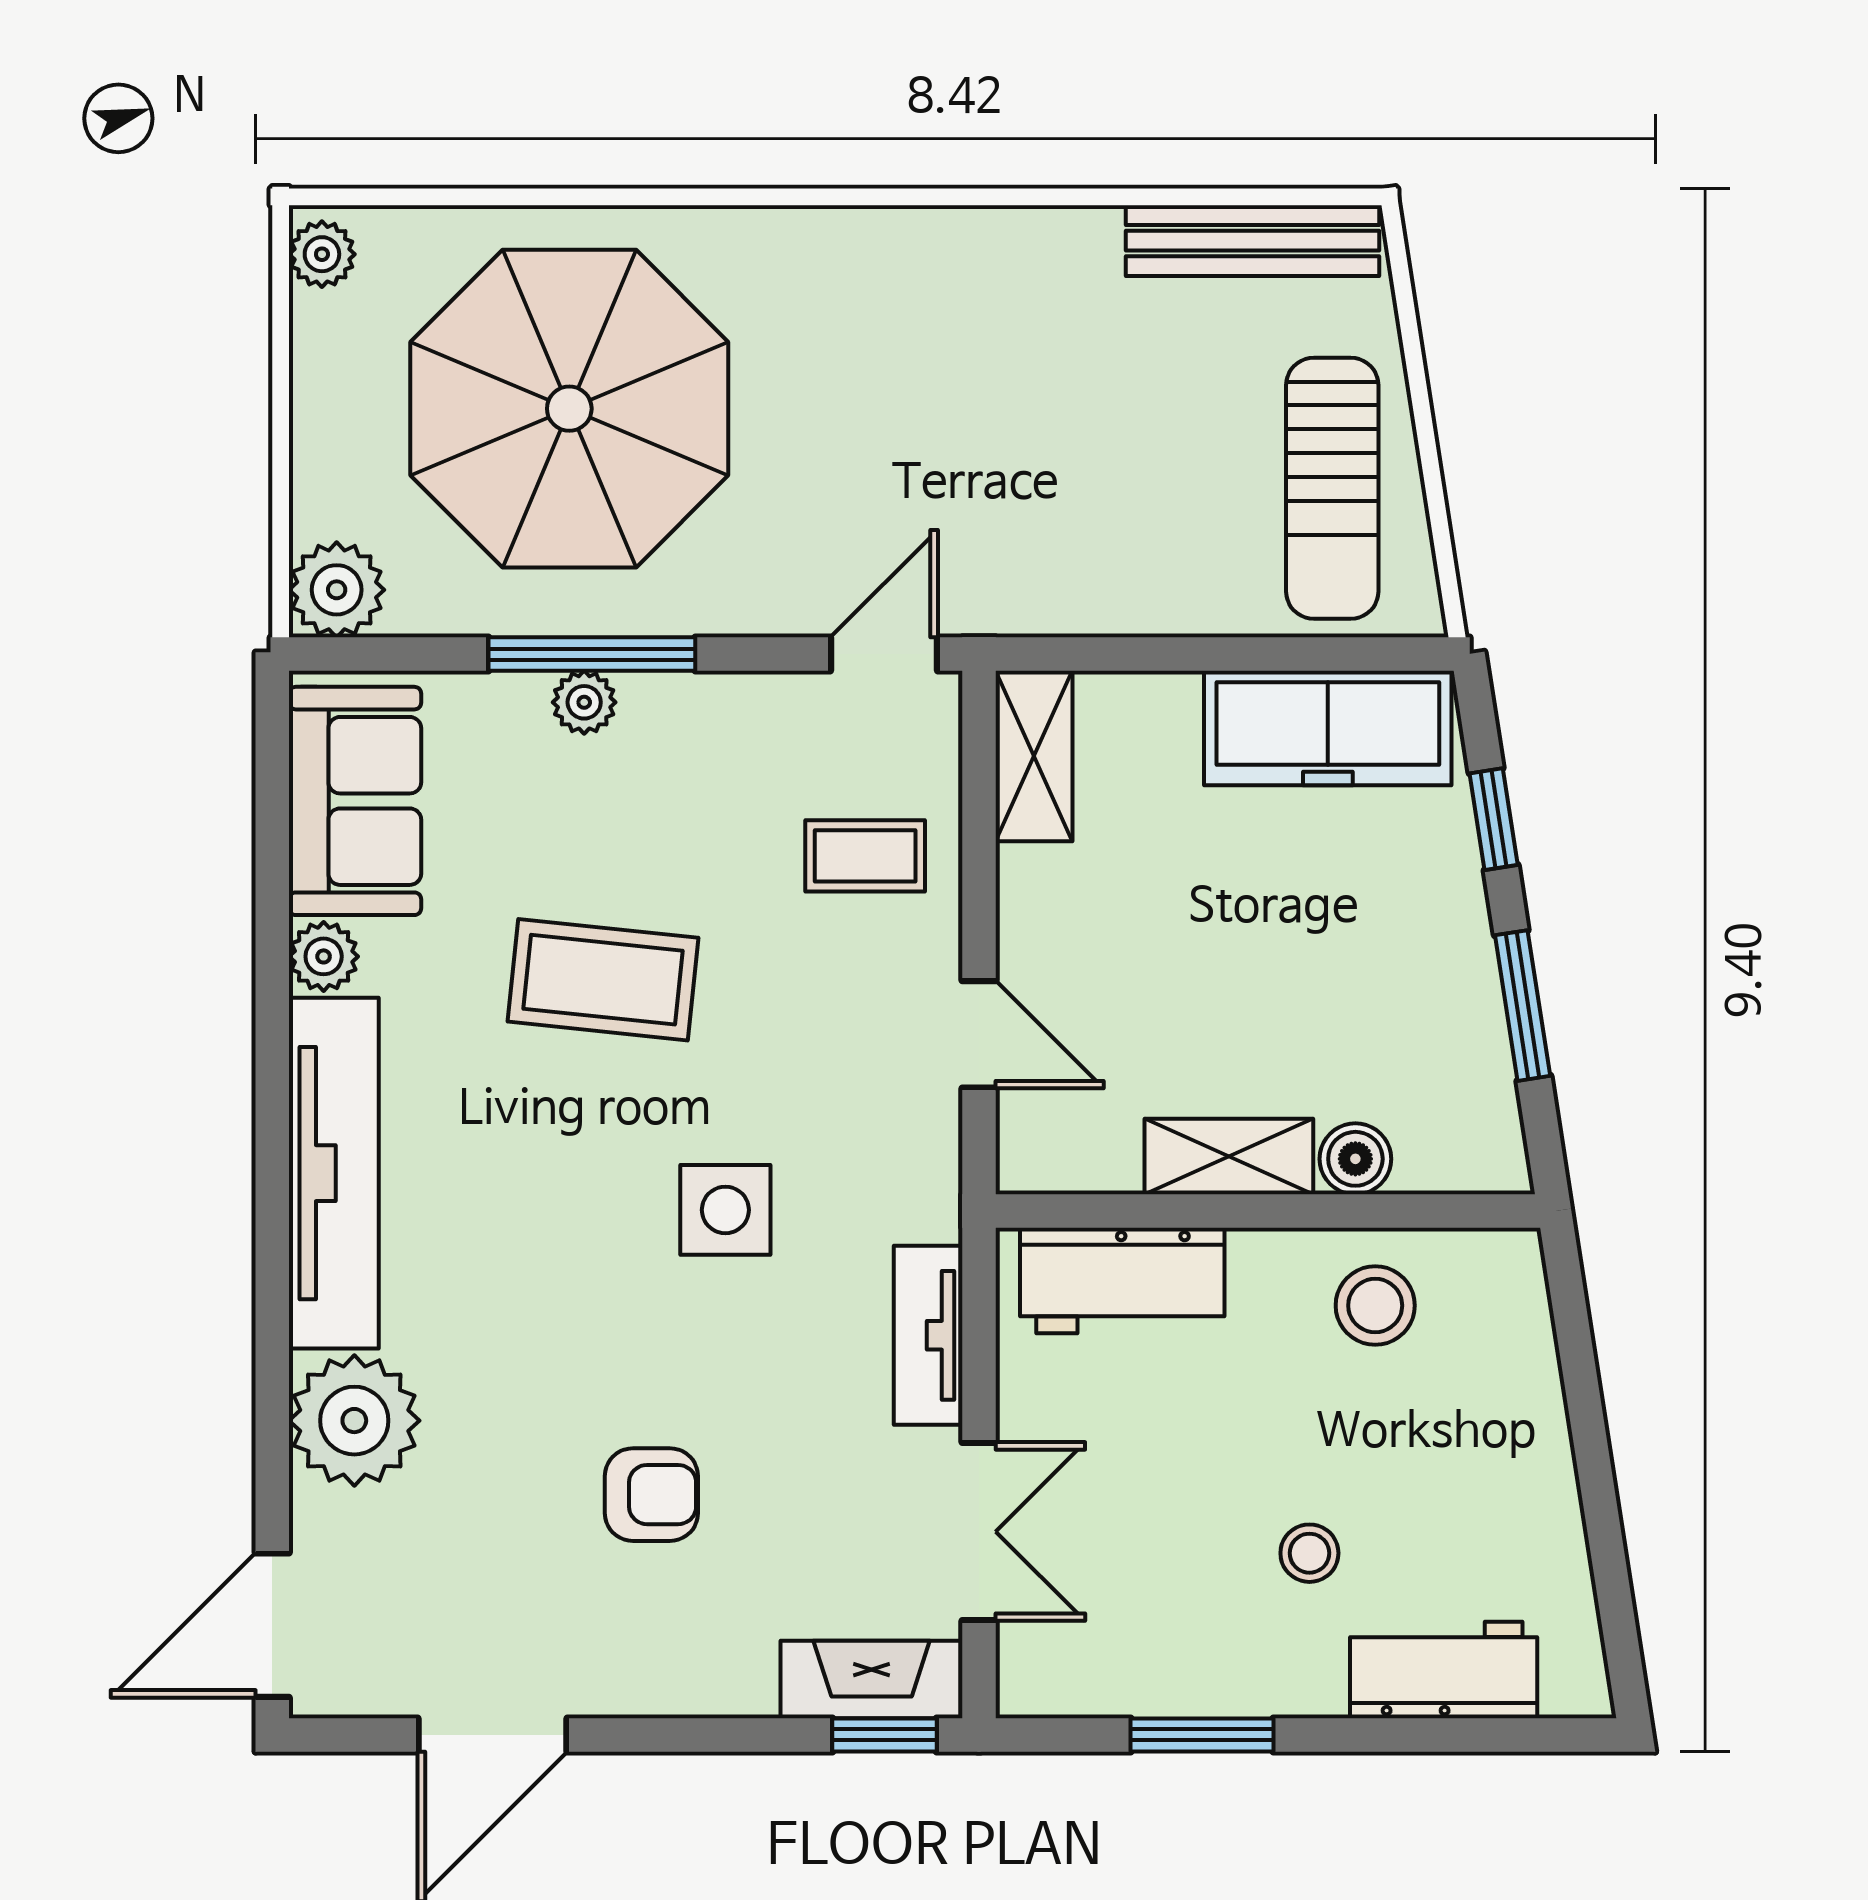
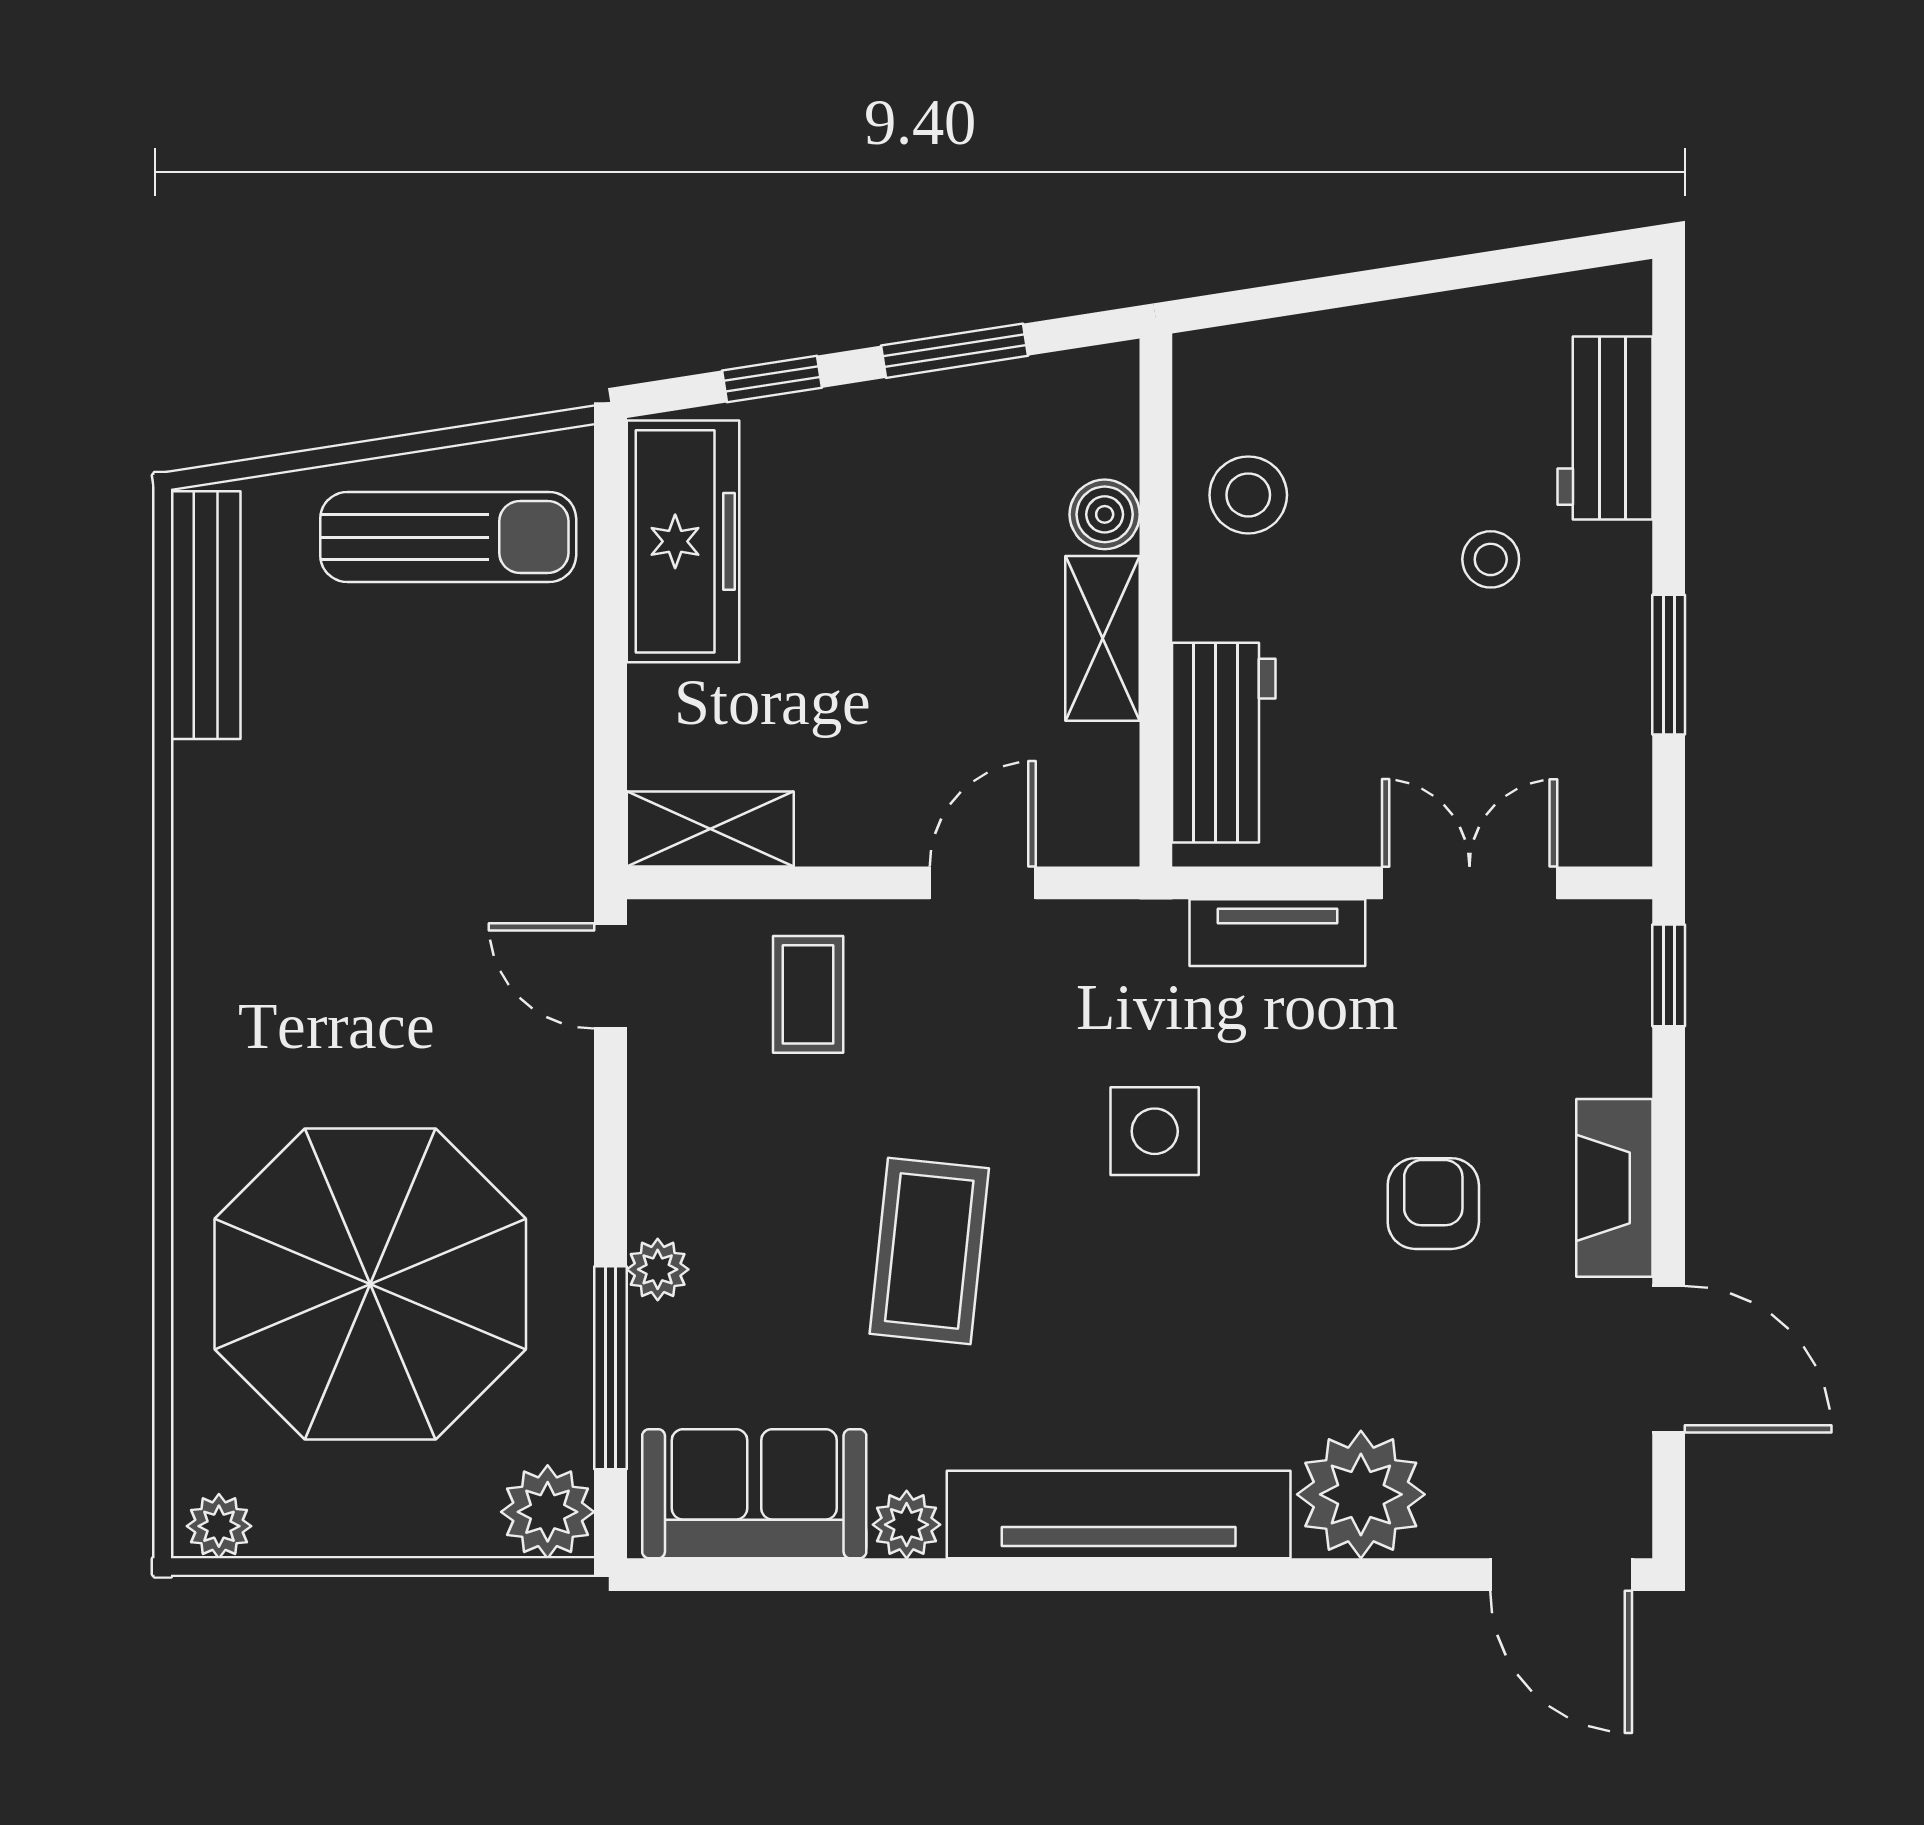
window: (592, 654) -> (611, 1368), moved
fireplace: (872, 1679) -> (1614, 1188), moved

